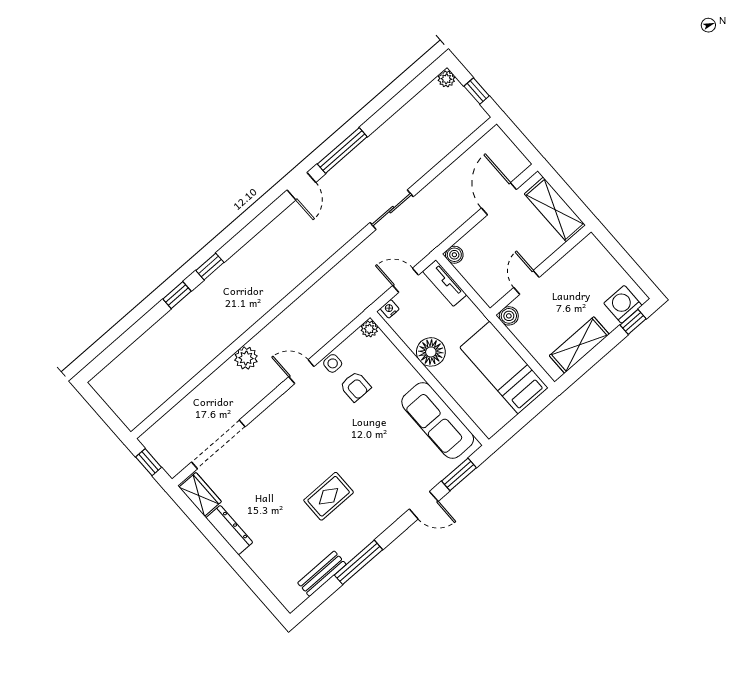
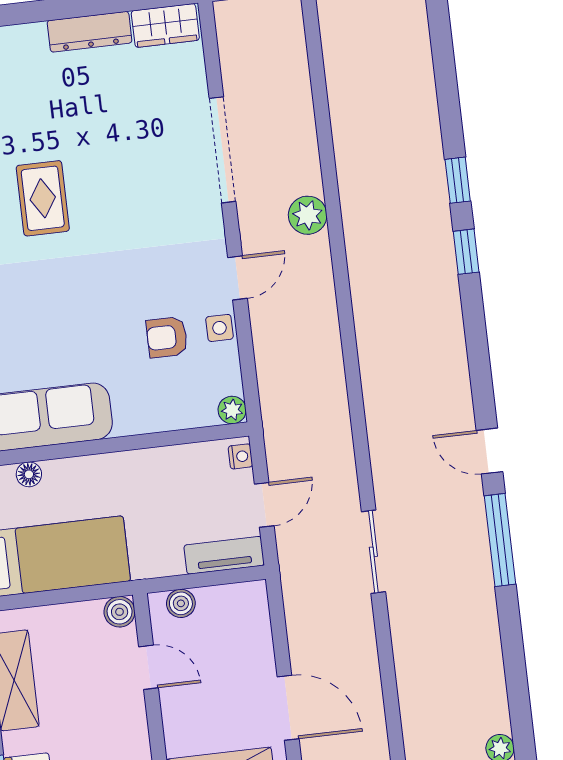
boiler: (454, 255) -> (181, 603), moved
floor lamp: (431, 352) -> (29, 474), moved, width x0.53, depth x0.53
doorway: (218, 444) -> (223, 150), moved

